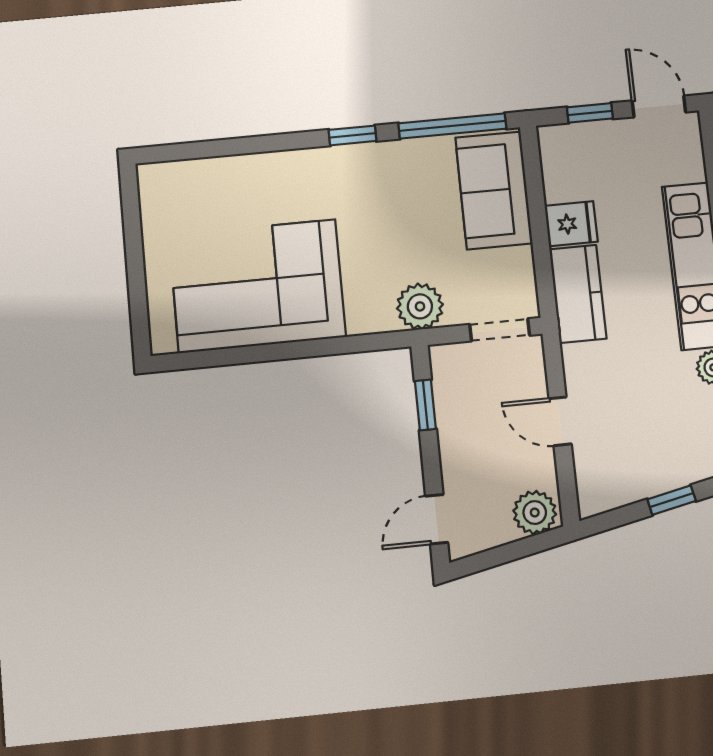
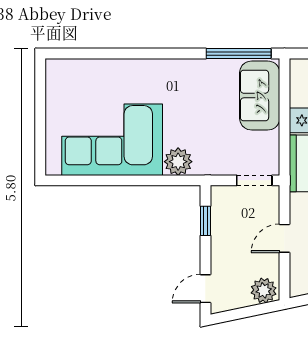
window: (352, 135) -> (178, 53), removed
plant: (420, 306) -> (178, 162), moved
door: (560, 421) -> (284, 238), hinge flipped

